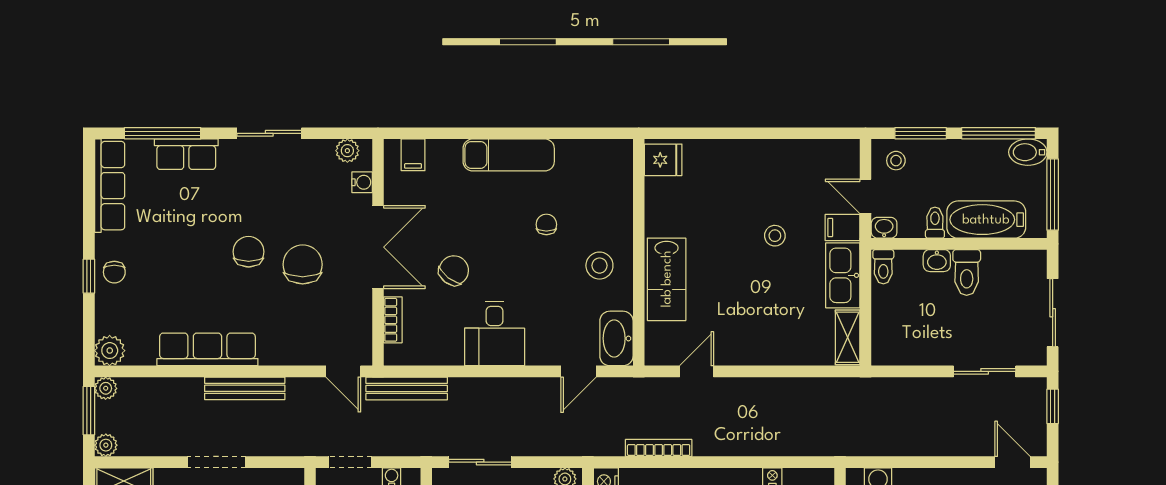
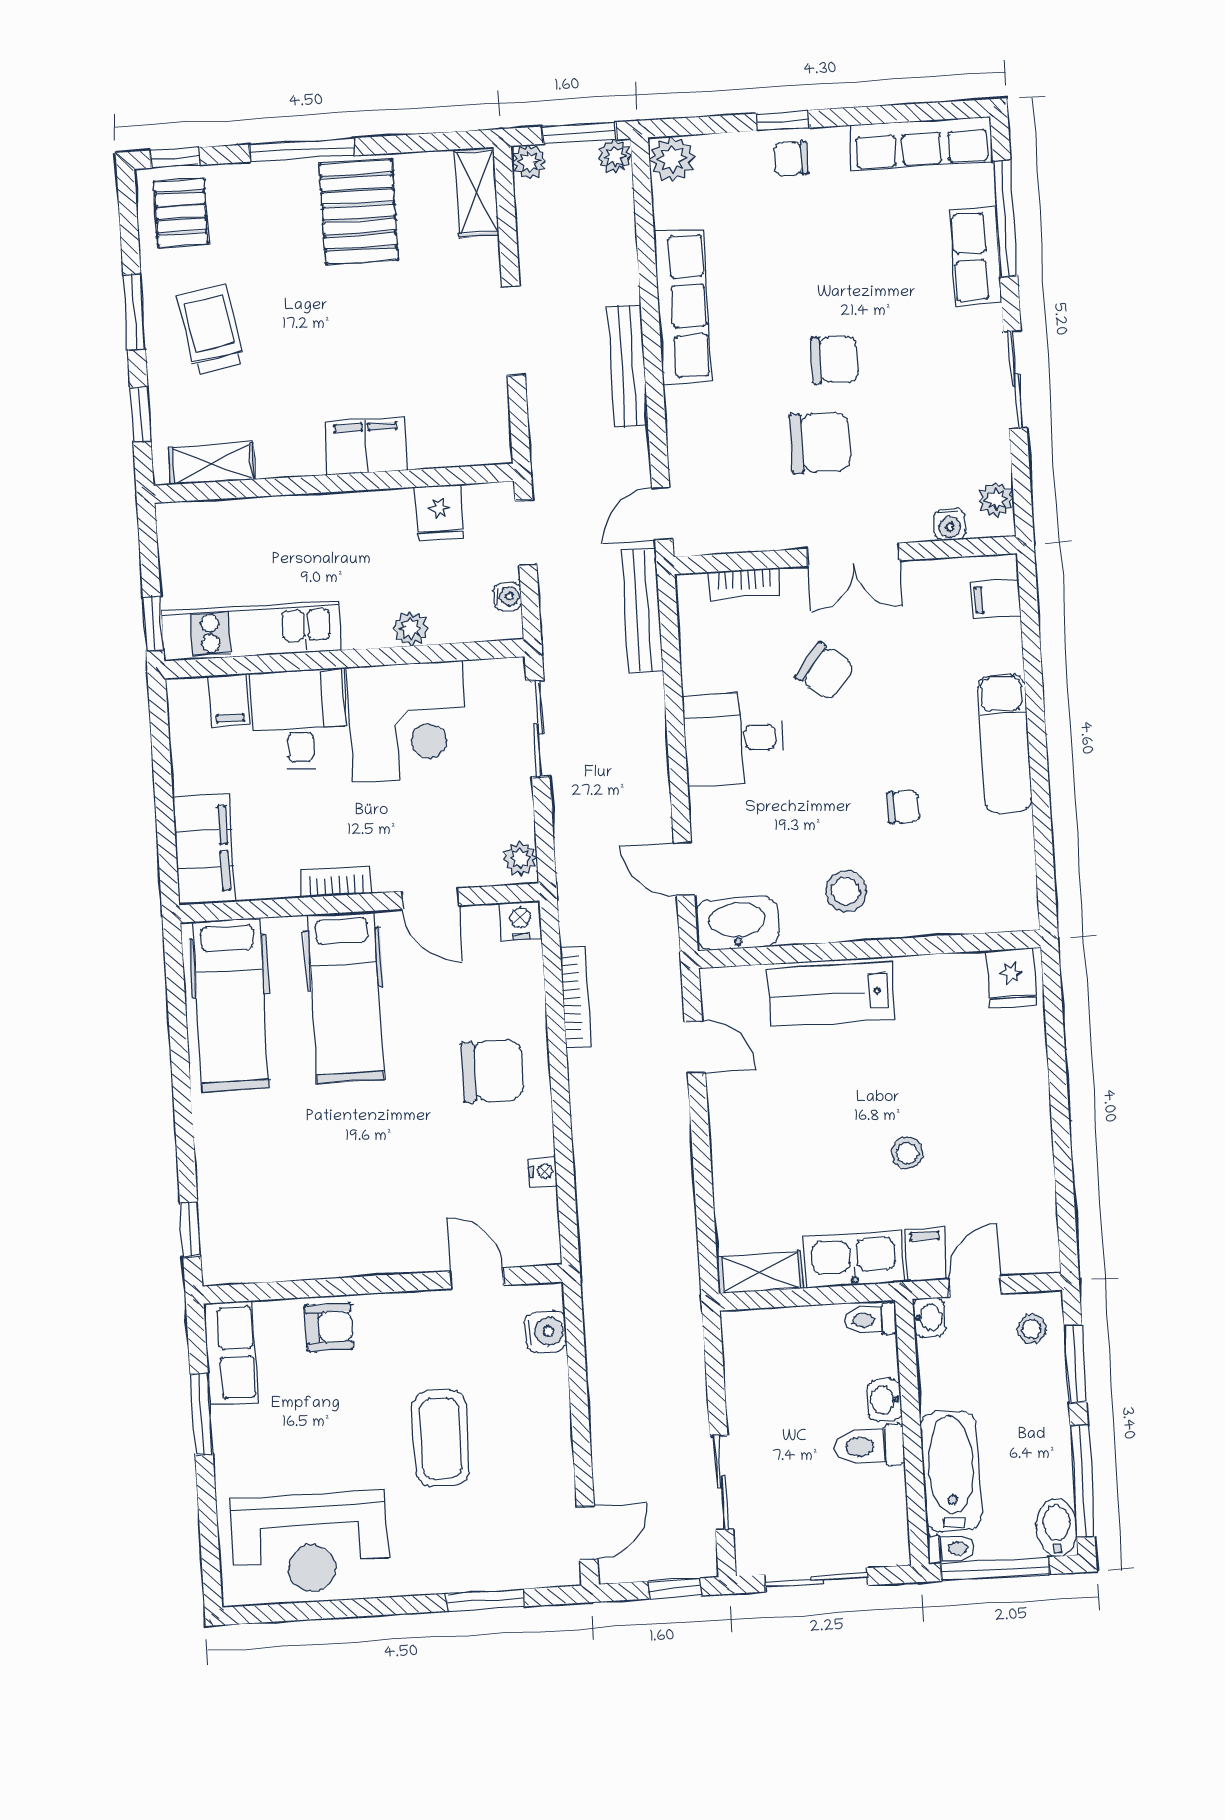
toilet: (935, 223) -> (951, 1549), moved
double door: (378, 247) -> (853, 555), width x0.73

